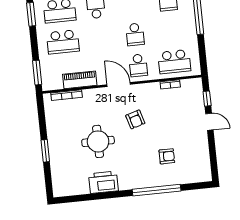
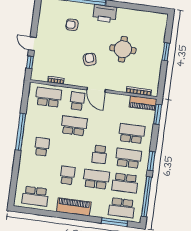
school desk: (135, 34) -> (74, 126), width x1.85
piano: (80, 80) -> (143, 103), moved
printer: (103, 182) -> (105, 13), moved

